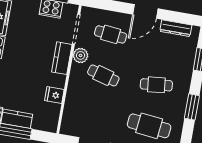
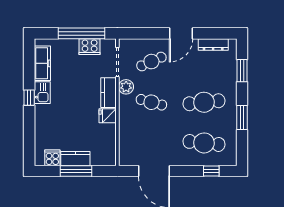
cafe table: (111, 34) -> (151, 62), turned -30
cafe table: (156, 85) -> (204, 102), width x1.37, depth x1.35
fridge: (54, 95) -> (108, 116), moved

